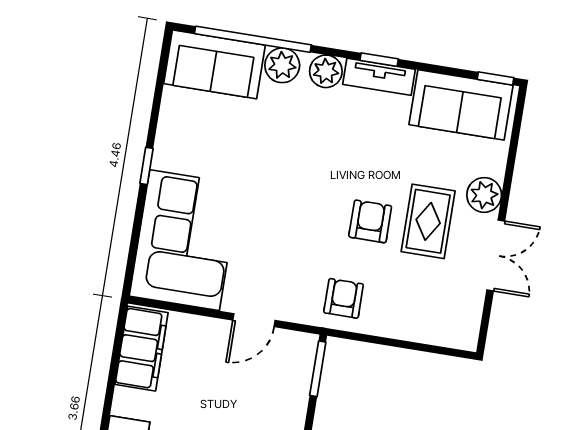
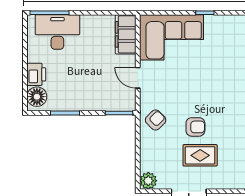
plant: (484, 195) -> (148, 181), moved
armchair: (344, 298) -> (156, 120), turned -45
filing cabinet: (142, 349) -> (126, 34), moved, turned 90

